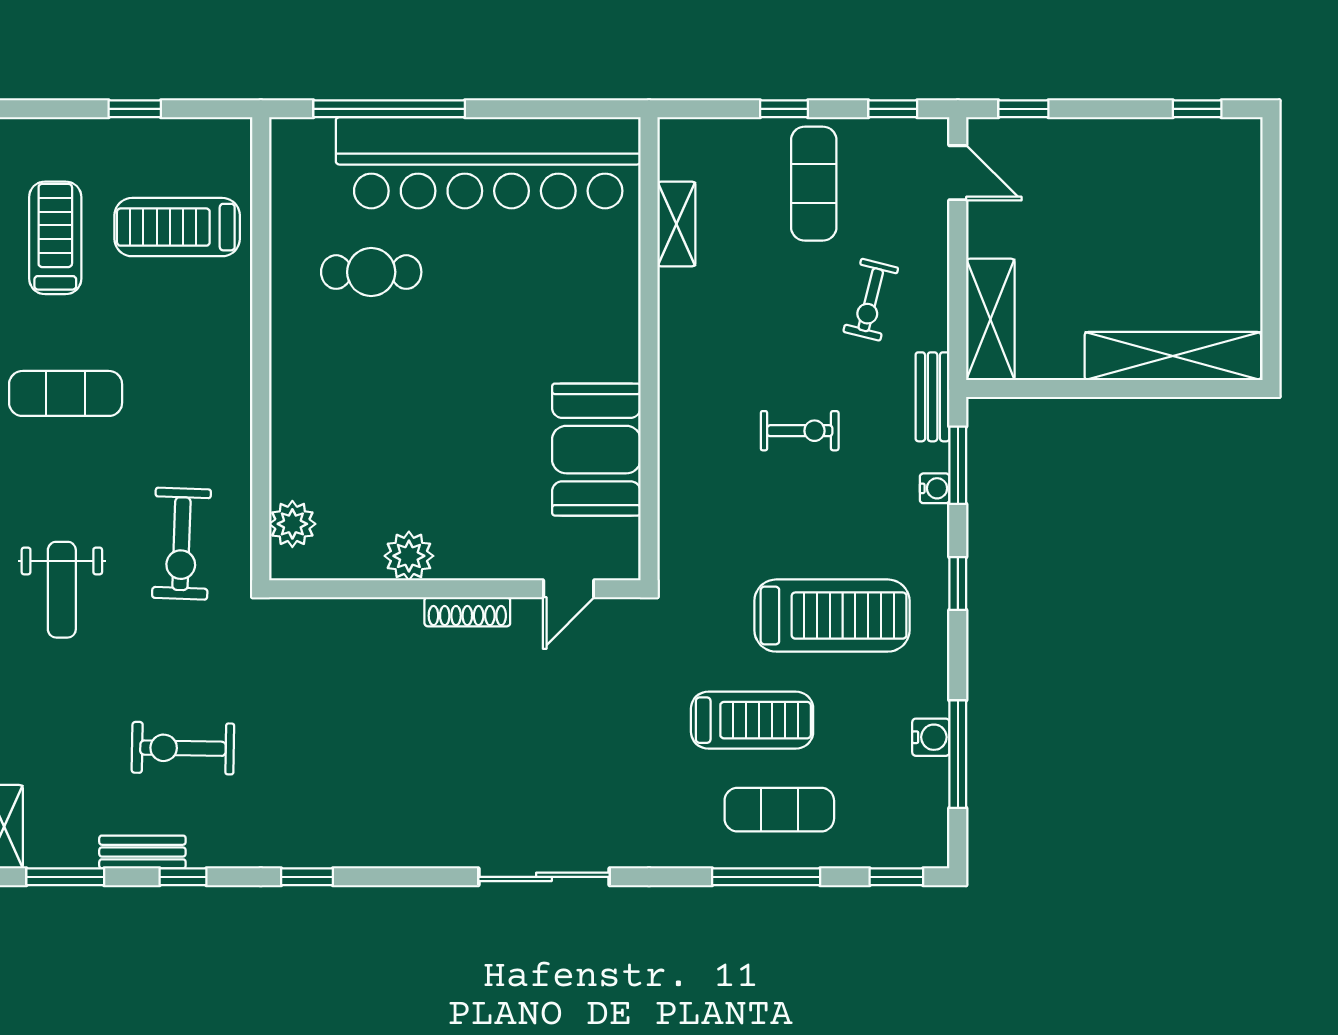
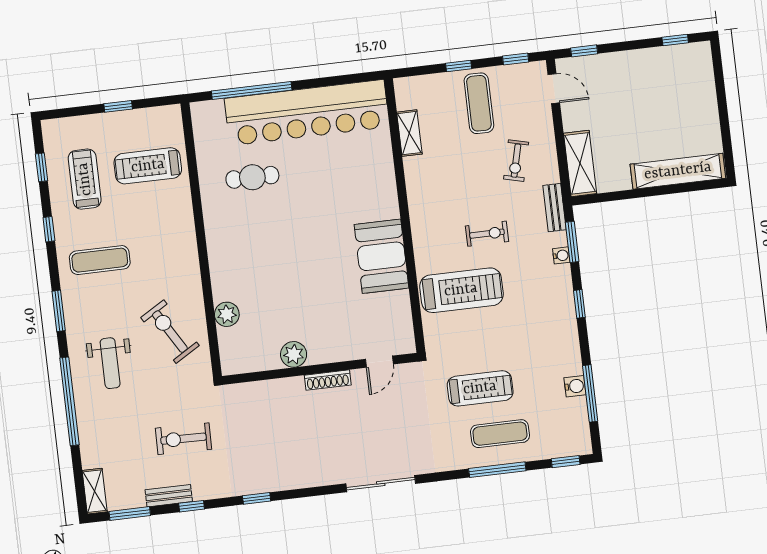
exercise bike: (181, 544) -> (170, 332), turned 147
plant: (409, 556) -> (294, 354), moved
wall: (455, 589) -> (320, 369), moved
door: (569, 589) -> (379, 362), moved
shoe rack: (467, 612) -> (328, 380), moved
treadmill: (832, 616) -> (461, 290), moved

